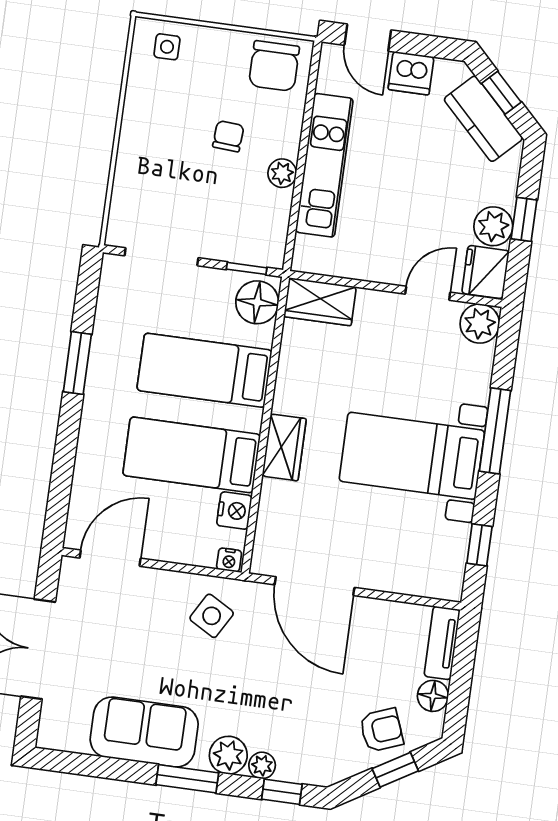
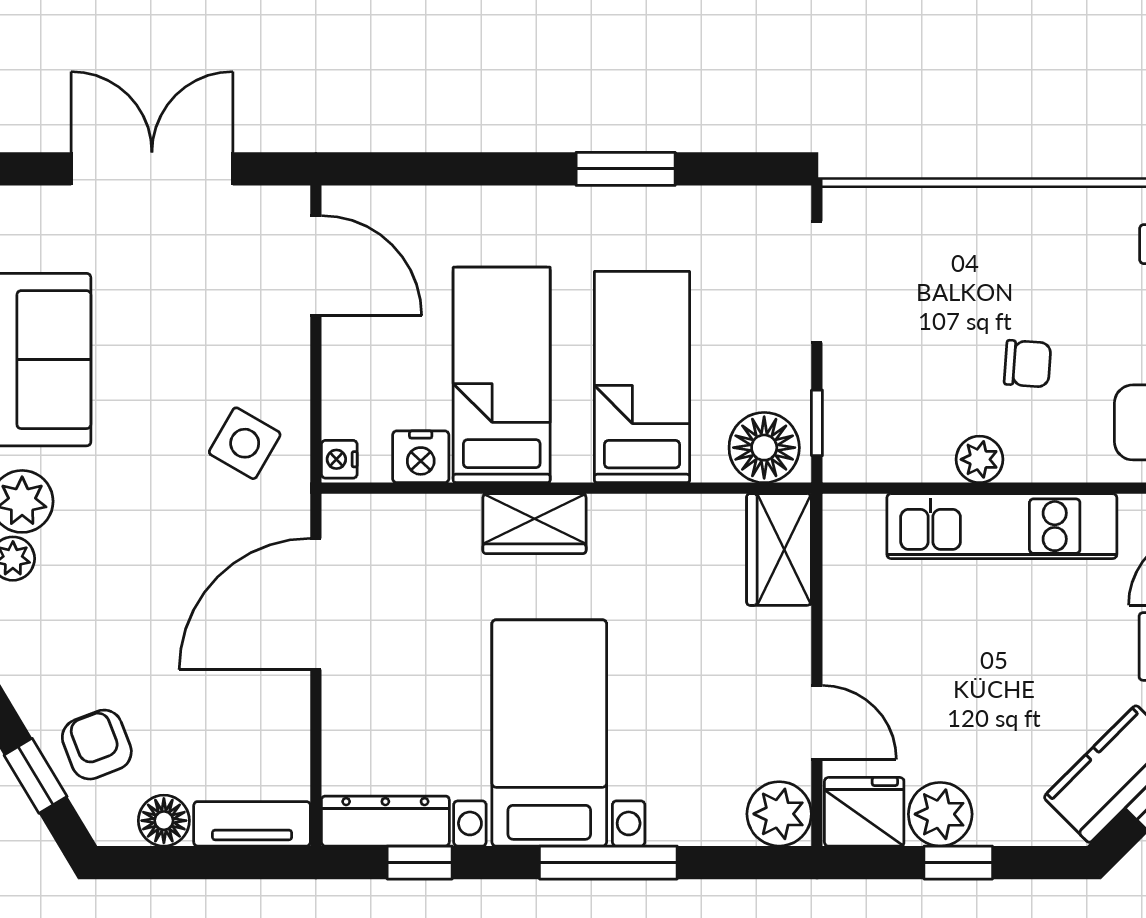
dresser: (452, 562) -> (385, 821), added
armchair: (381, 730) -> (97, 745), turned 180

